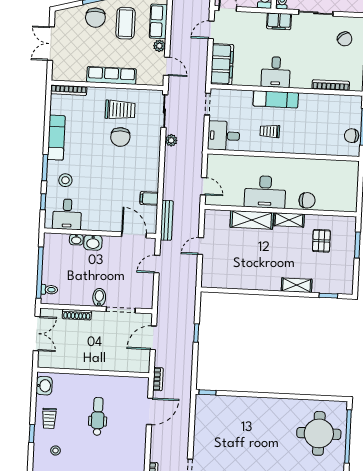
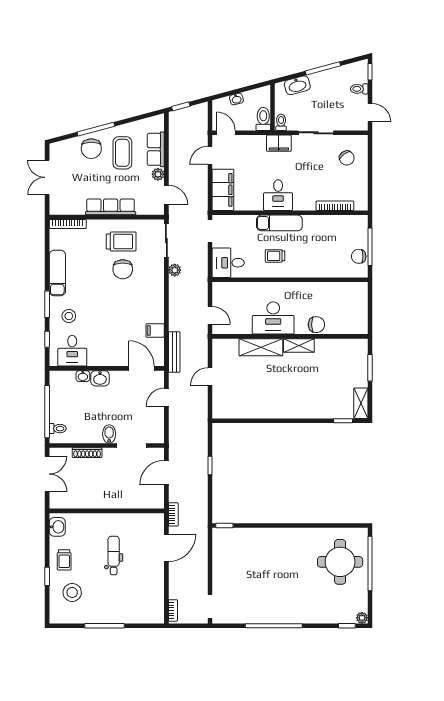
pallet: (321, 241) -> (333, 365), removed
shelving: (297, 285) -> (361, 403), moved, turned 90
stool: (55, 451) -> (72, 592), width x1.89, depth x1.89

